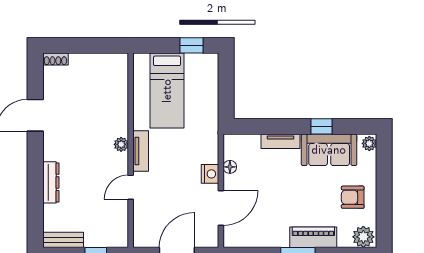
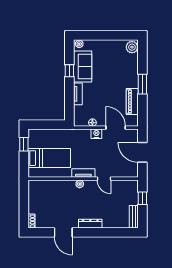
dresser: (51, 182) -> (90, 224), moved
armchair: (353, 197) -> (110, 53), removed
piano: (313, 237) -> (132, 102), moved

